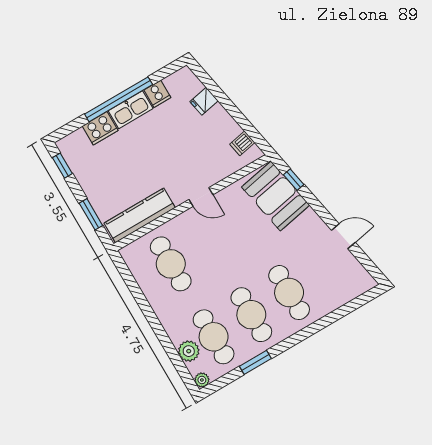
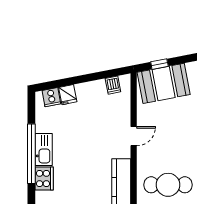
cooker: (157, 94) -> (51, 97), moved, turned 79

